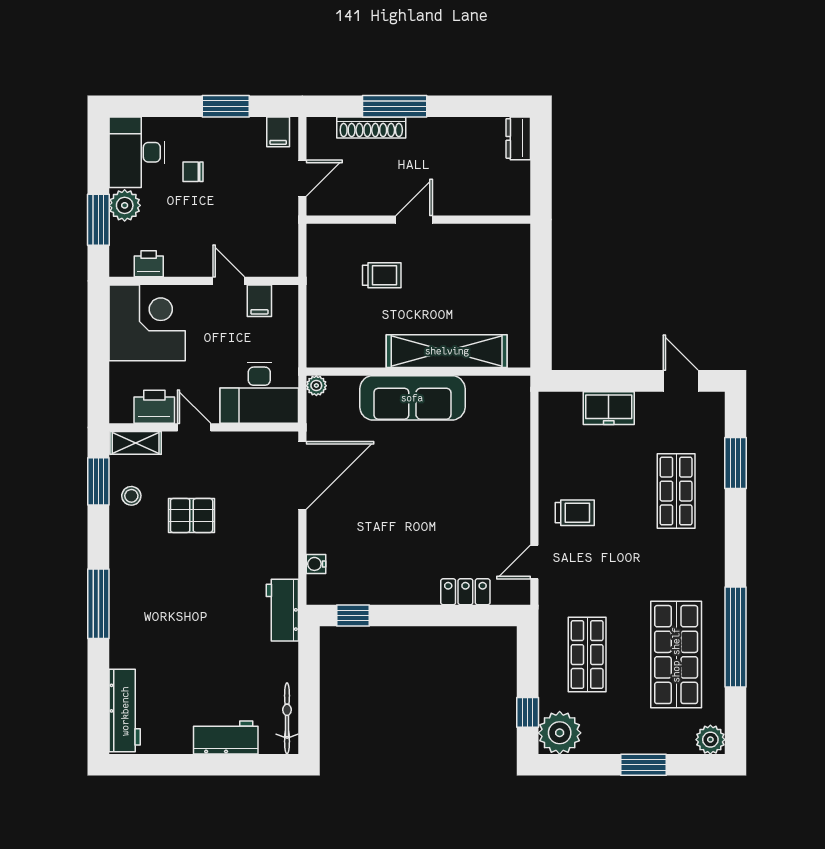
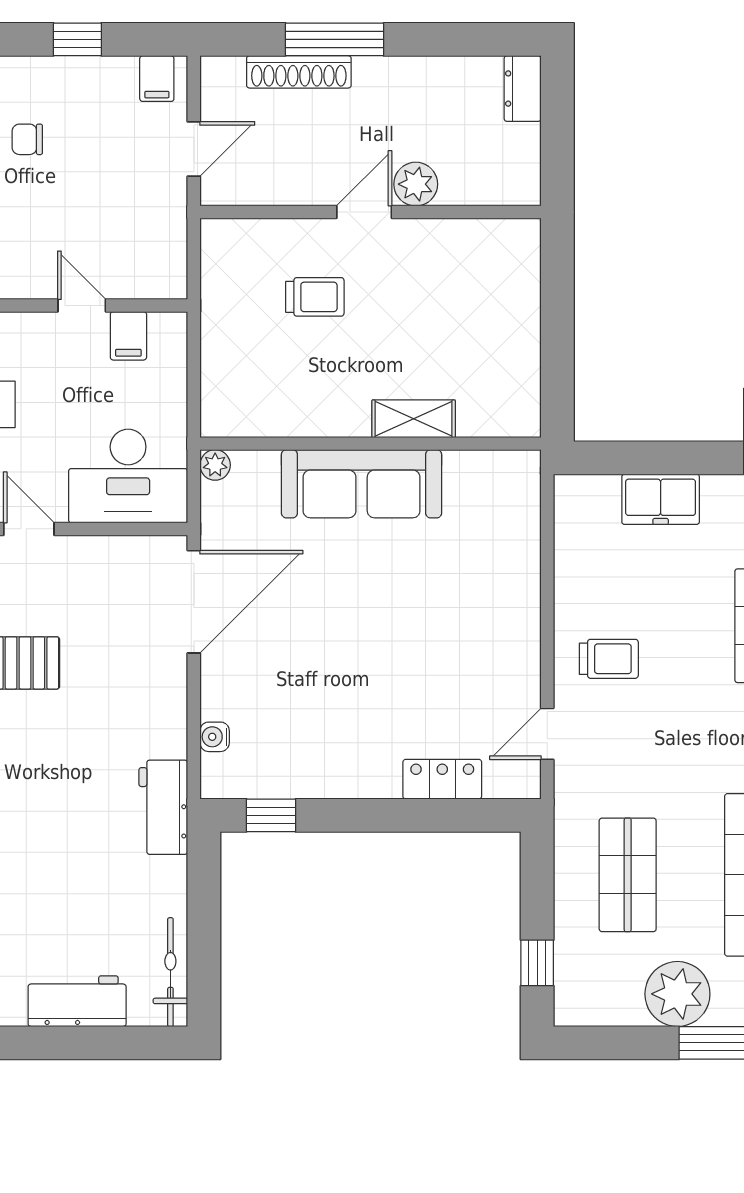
window: (226, 106) -> (77, 39), width x0.67
plant: (448, 201) -> (416, 184), added
shelving: (447, 351) -> (414, 419), width x0.45, depth x0.75
plant: (560, 733) -> (677, 994), moved

